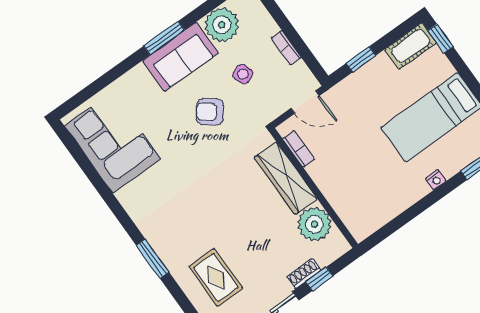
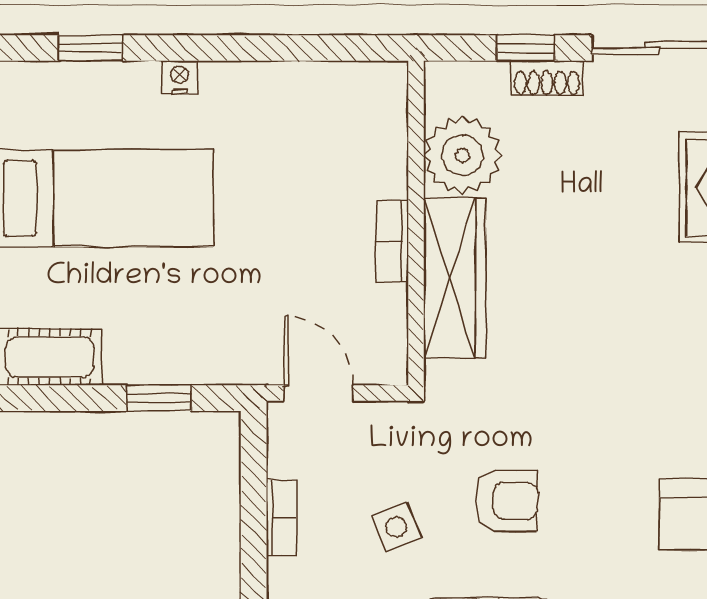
armchair: (210, 112) -> (507, 501), turned -38
bookcase: (299, 149) -> (392, 241), moved

